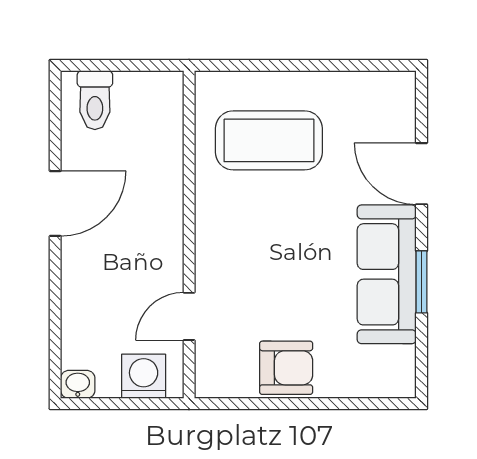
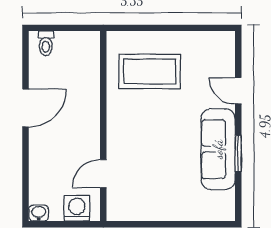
toilet: (95, 100) -> (46, 43), width x0.73, depth x0.72
door: (421, 174) -> (238, 91), width x0.73
armchair: (286, 368) -> (160, 203), removed

